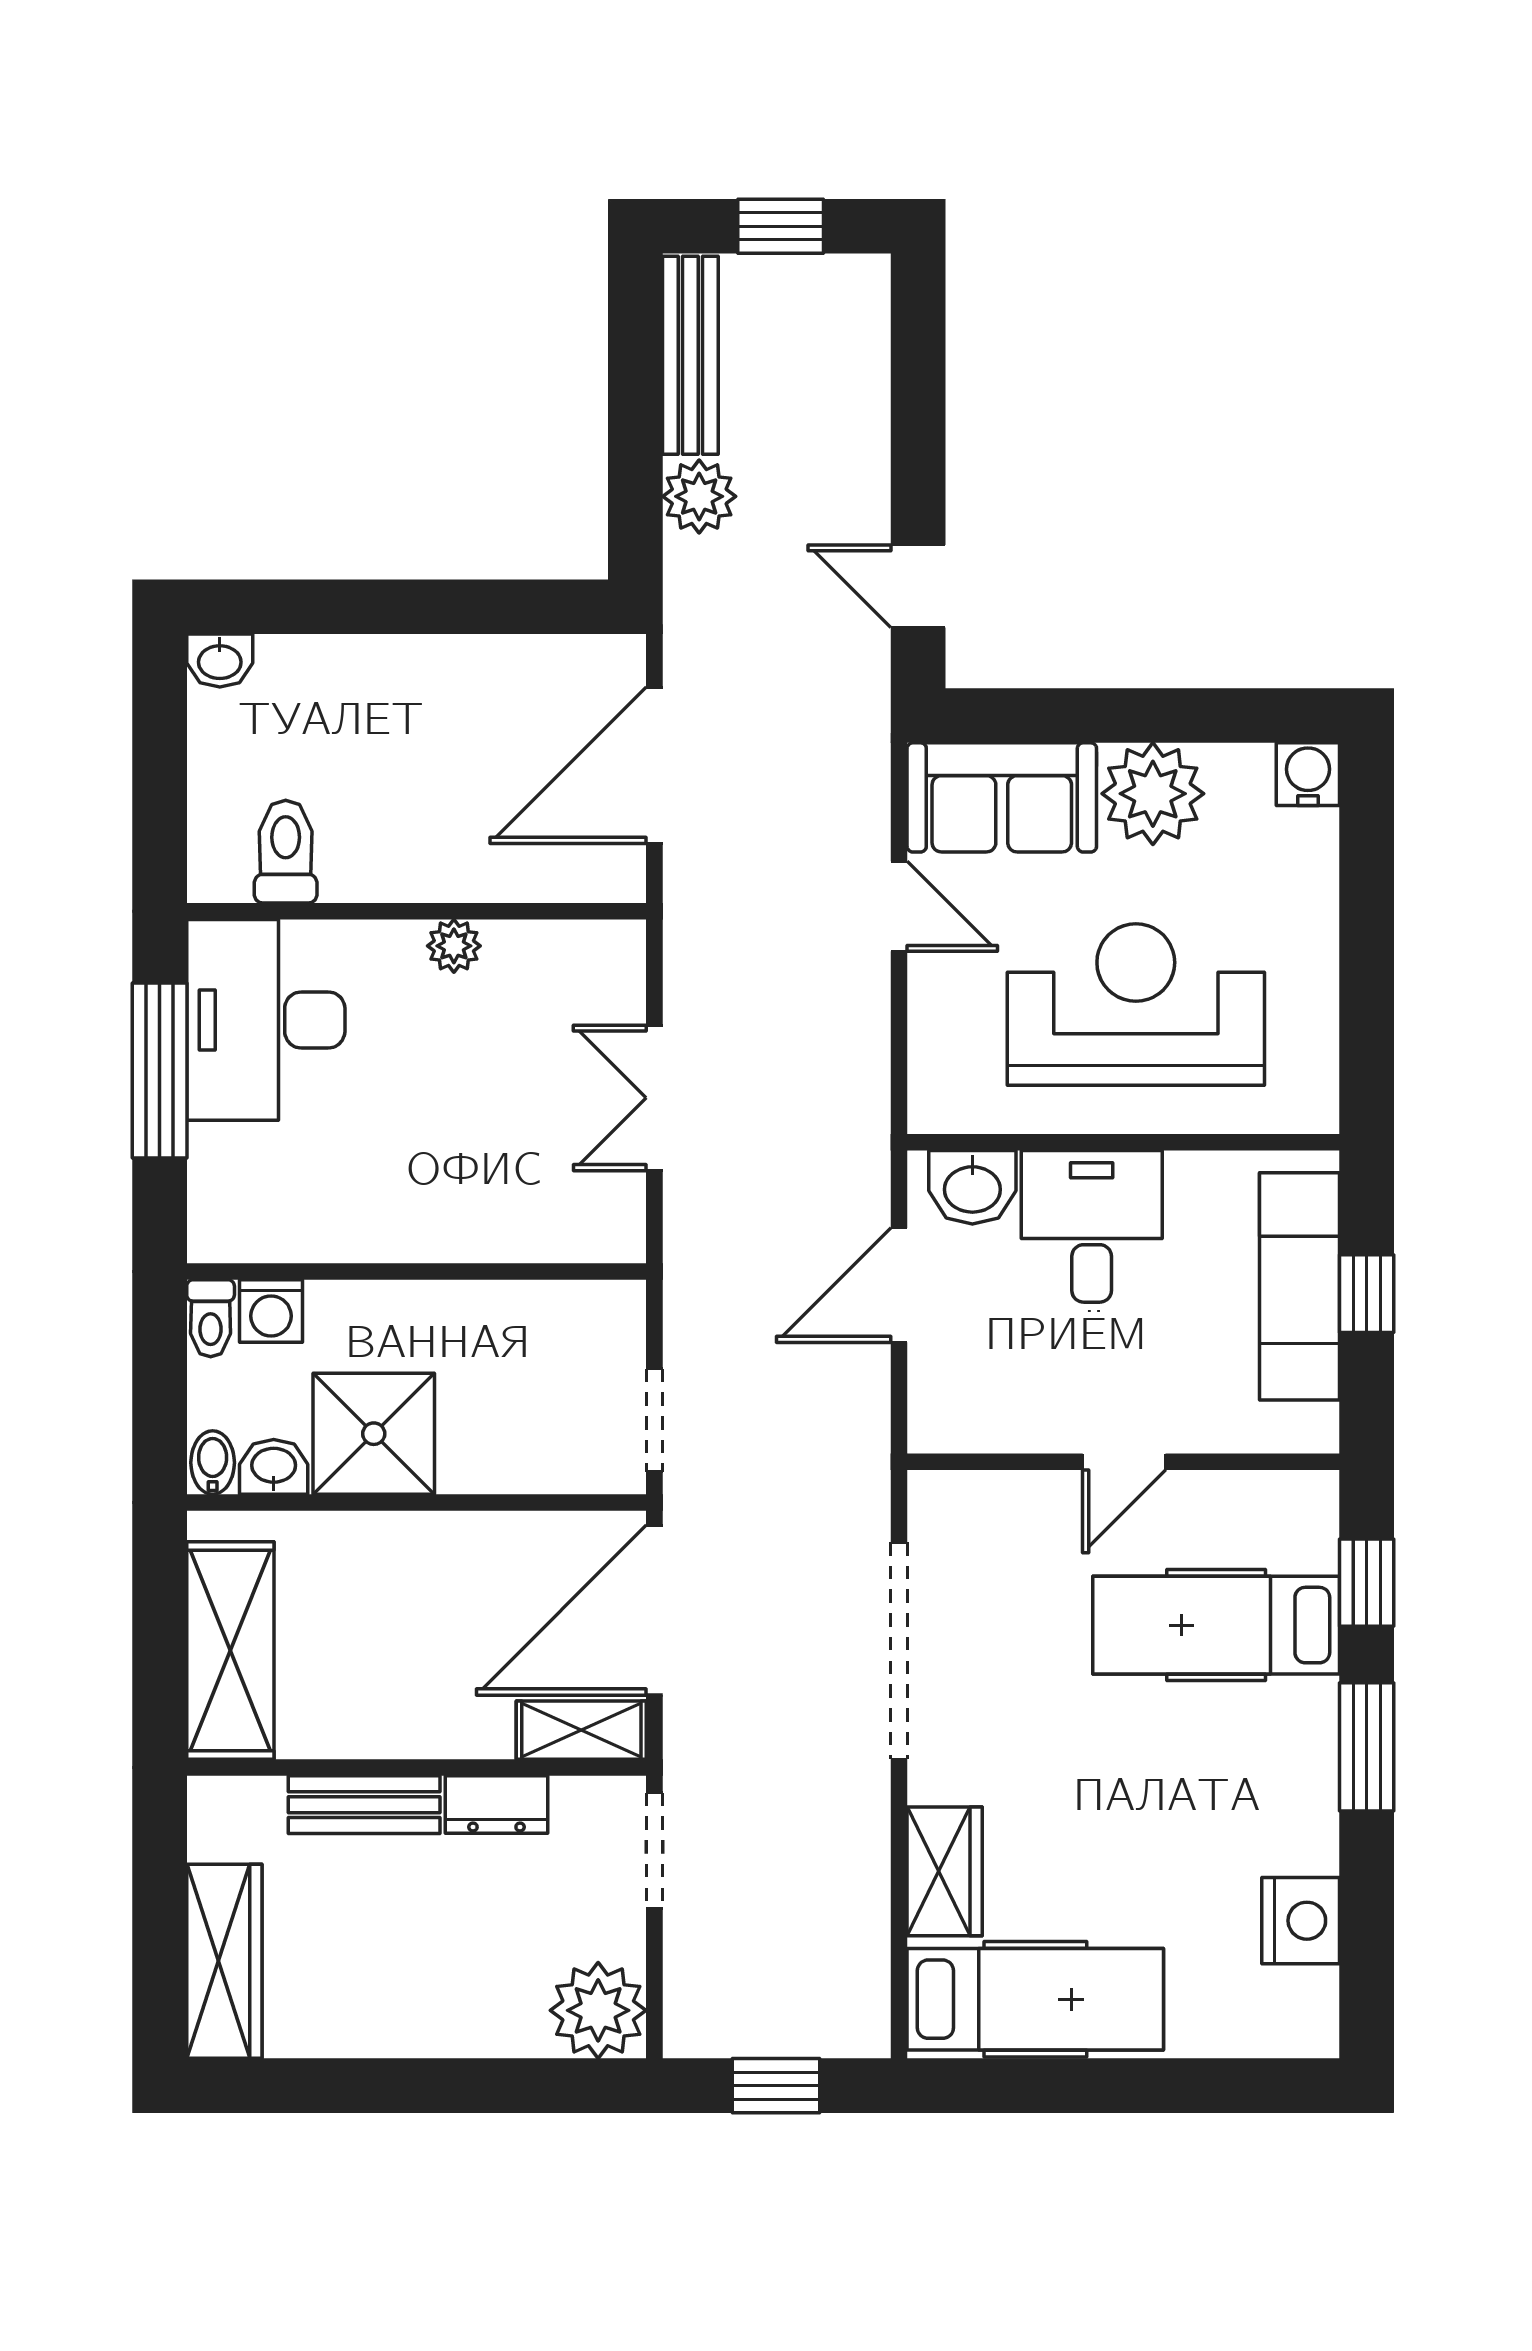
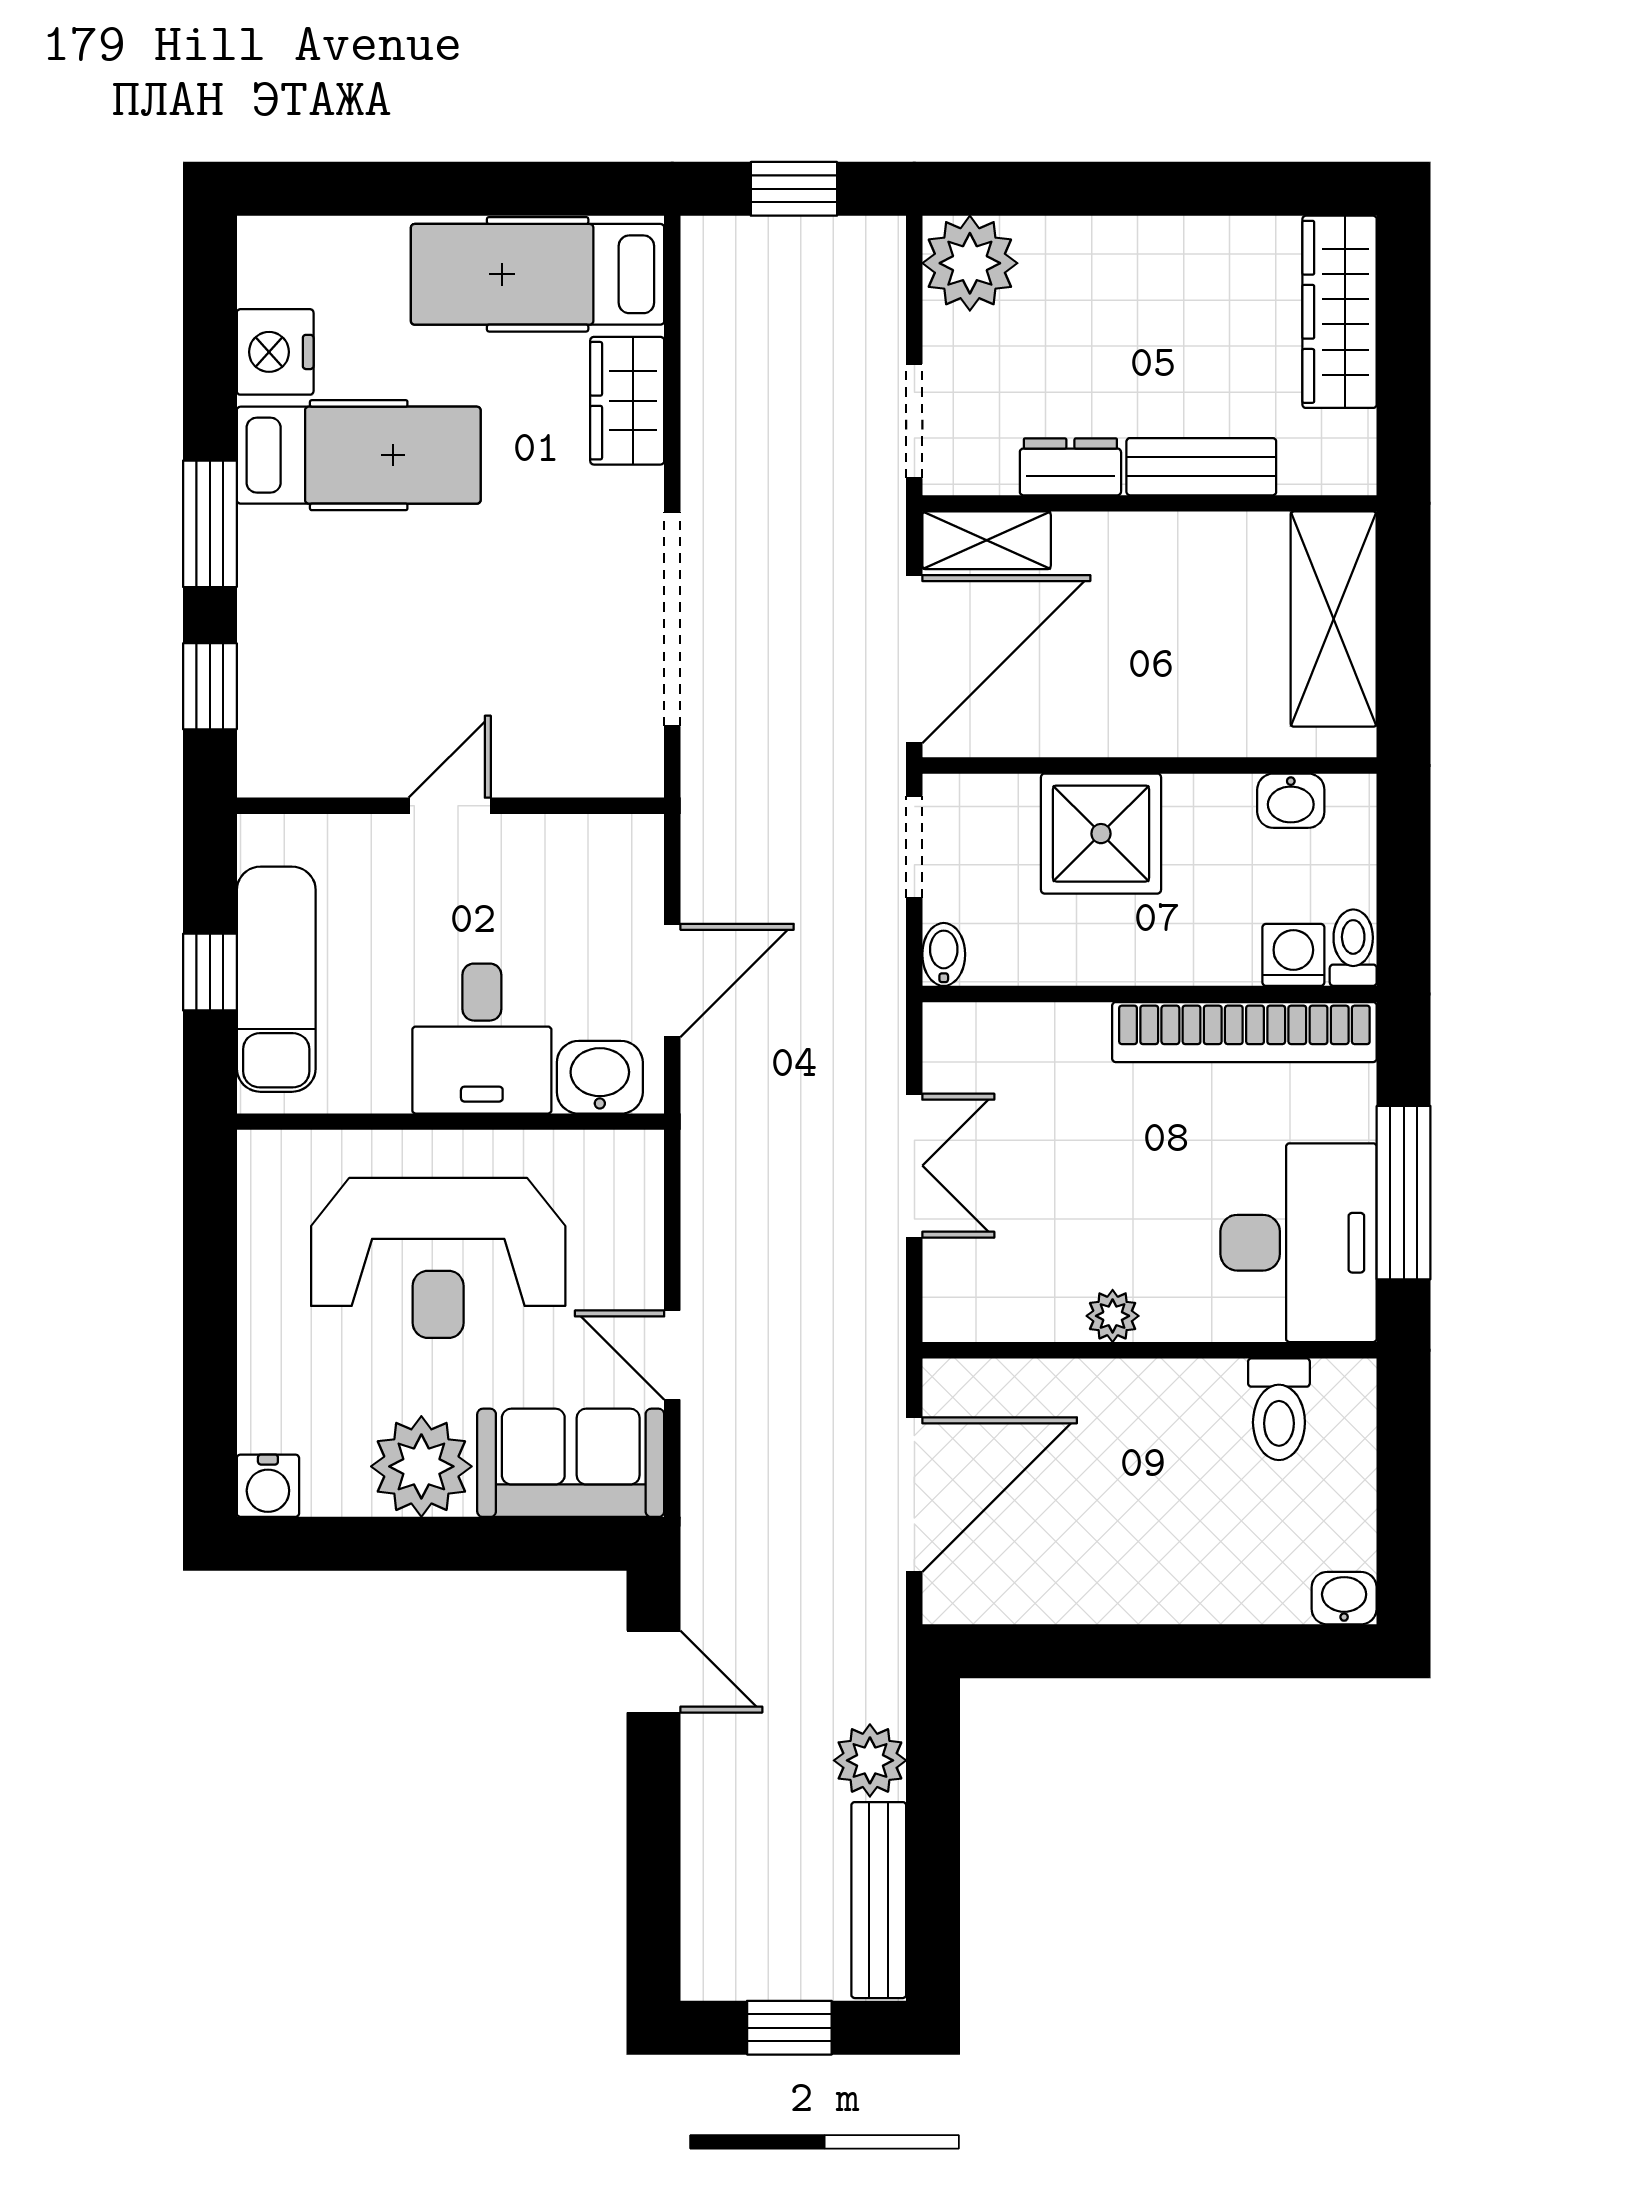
bookcase: (321, 1233) -> (1244, 1032), added
shower: (374, 1434) -> (1101, 834), moved
bidet: (213, 1463) -> (944, 954), moved, turned 180
hospital bed: (1216, 1625) -> (359, 455), moved

